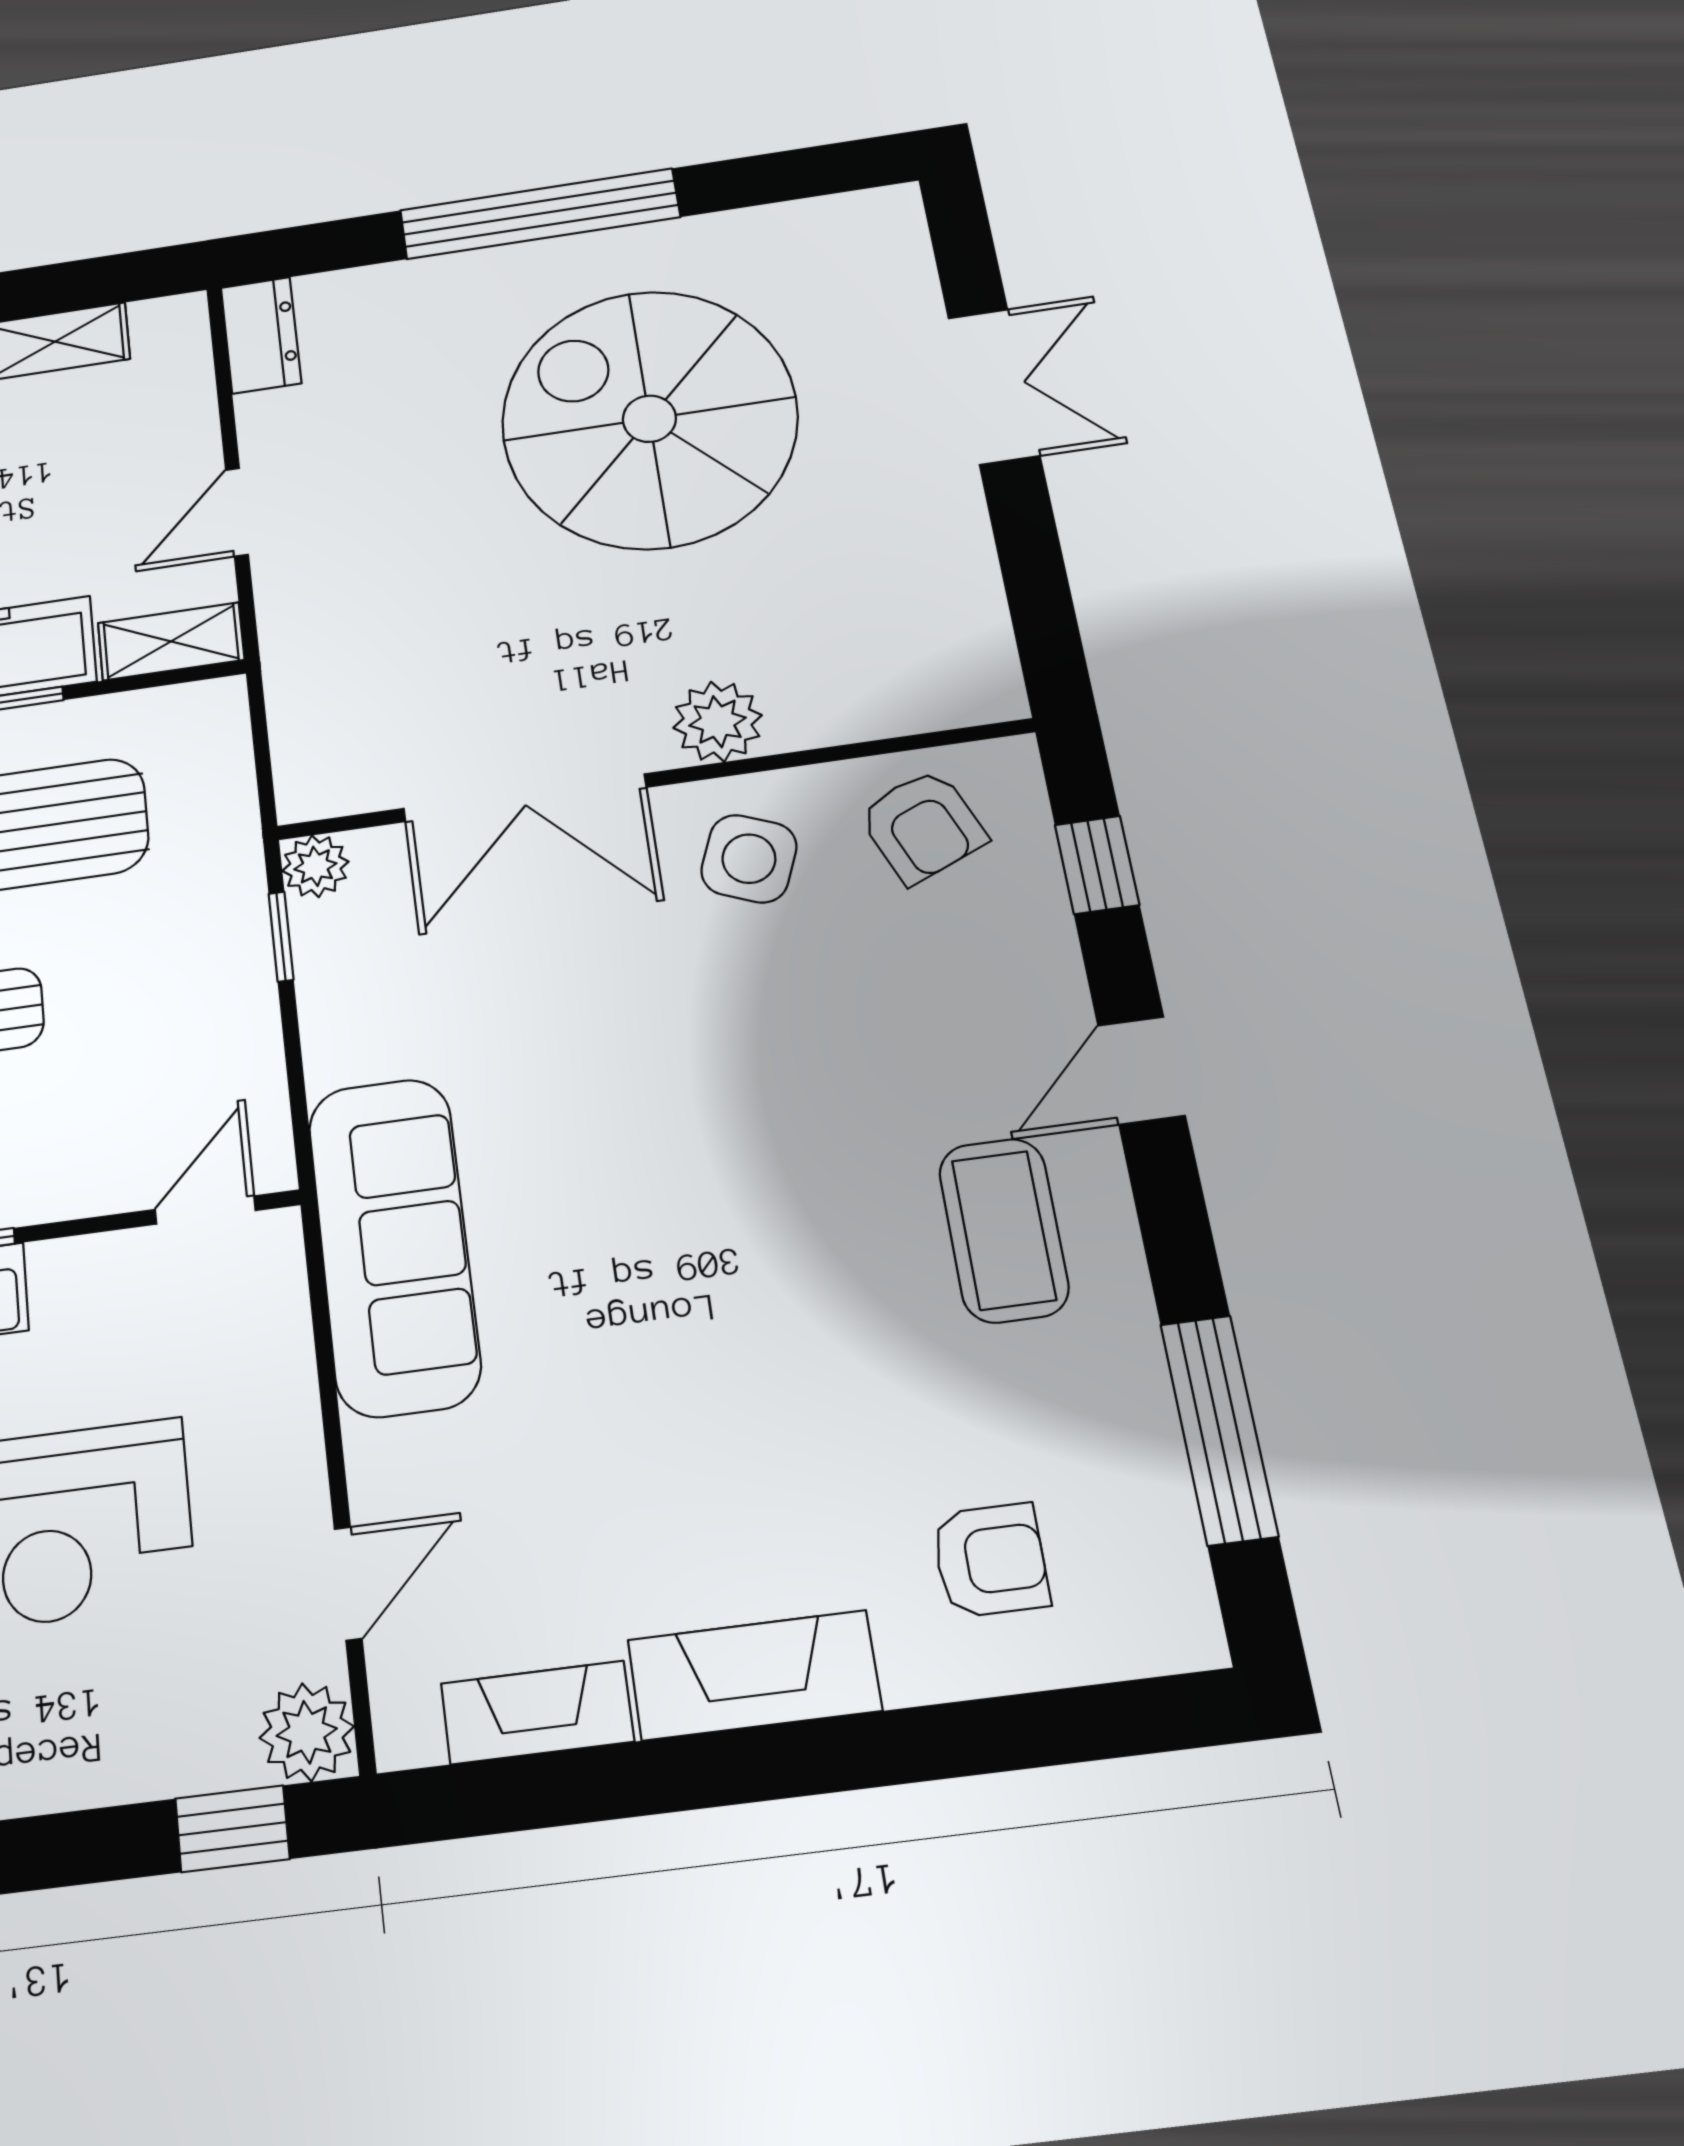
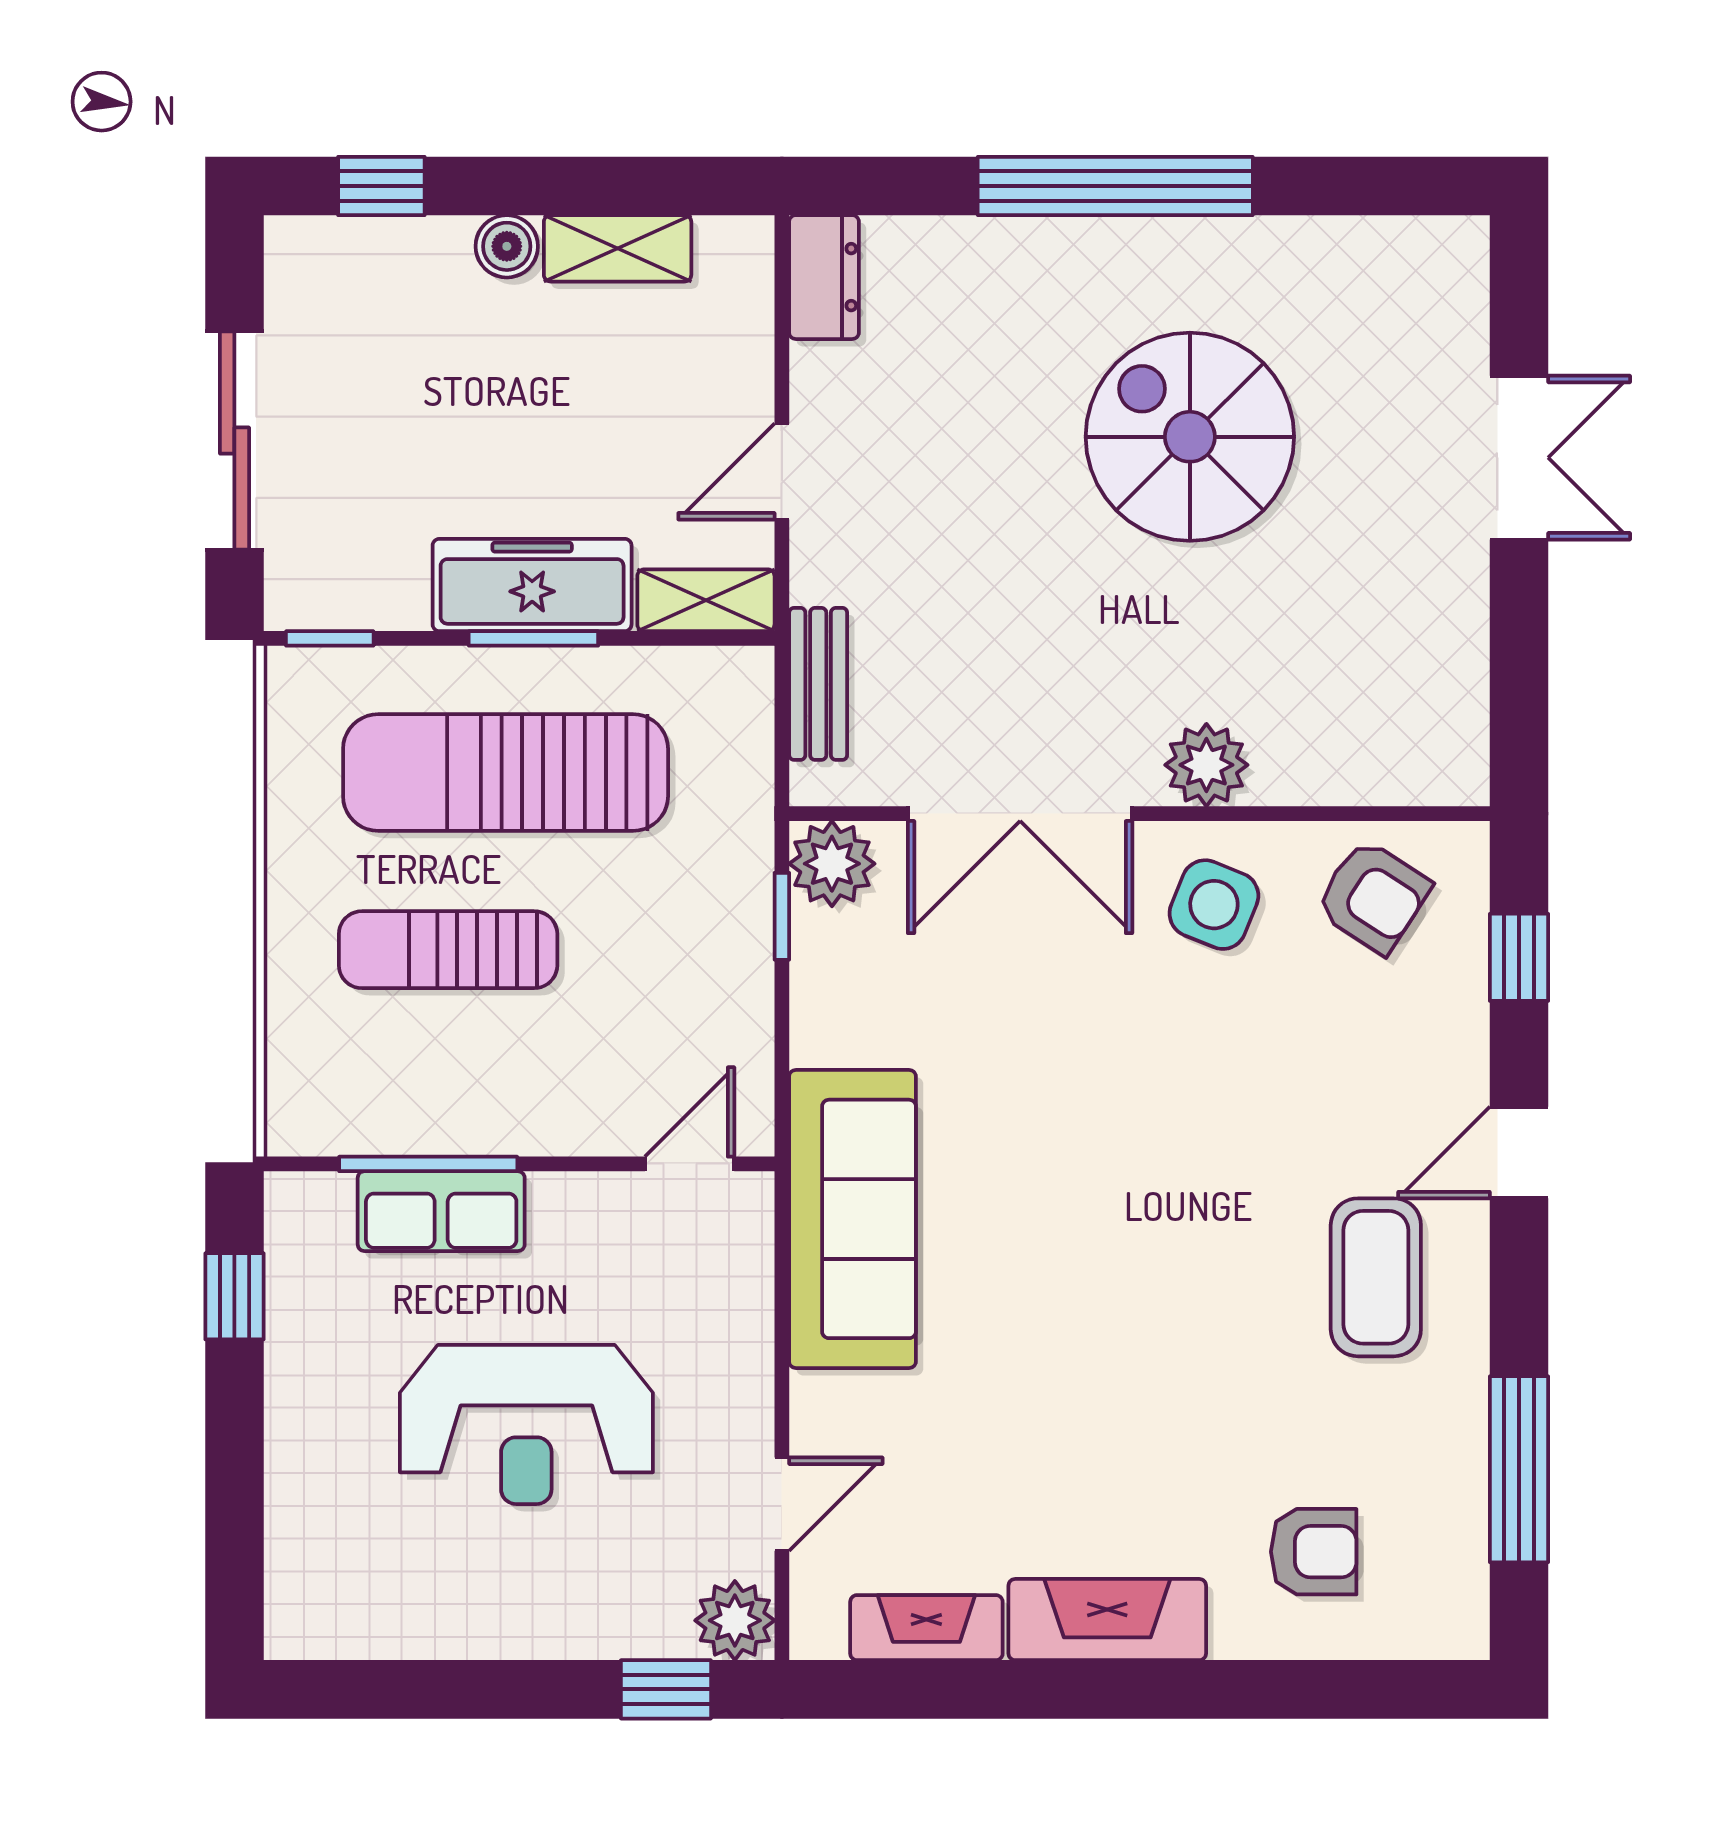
spiral stairs: (649, 419) -> (1190, 437), width x0.73, depth x0.73
bench: (295, 703) -> (818, 684), added
armchair: (922, 826) -> (1373, 897), turned -34
plant: (315, 866) -> (832, 864), width x1.38, depth x1.38

